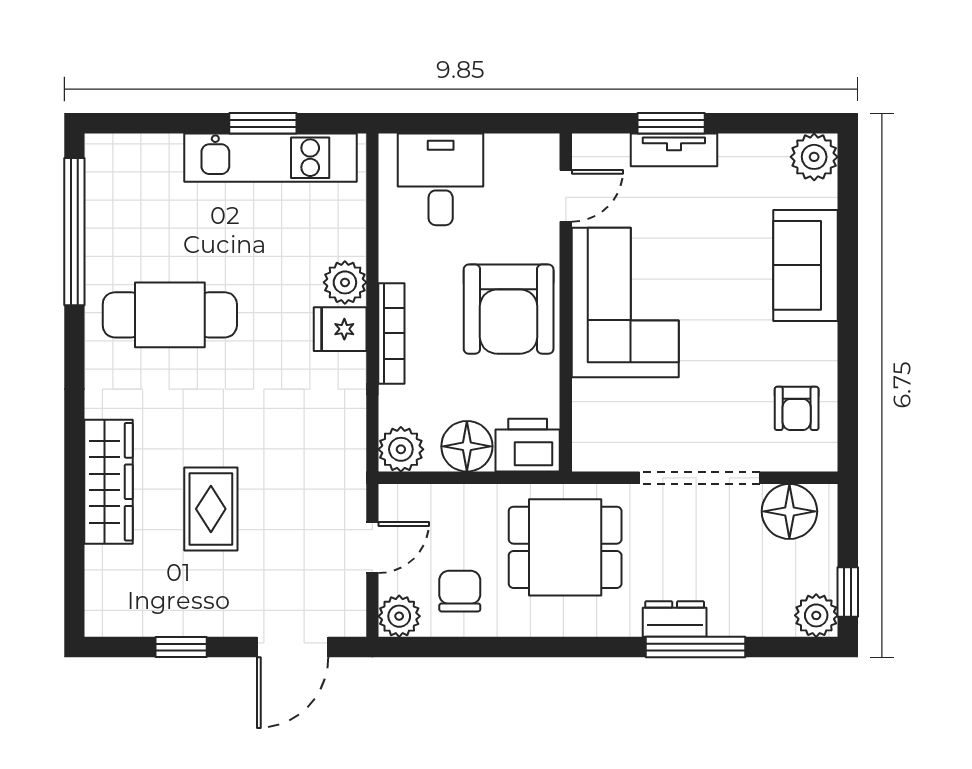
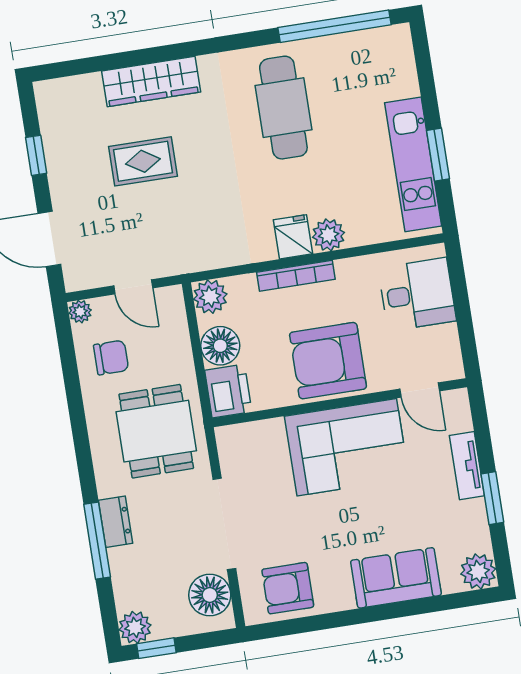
window: (671, 123) -> (492, 498), moved
armchair: (797, 408) -> (288, 588), width x1.38, depth x1.38
plant: (399, 616) -> (80, 312), width x0.73, depth x0.73

